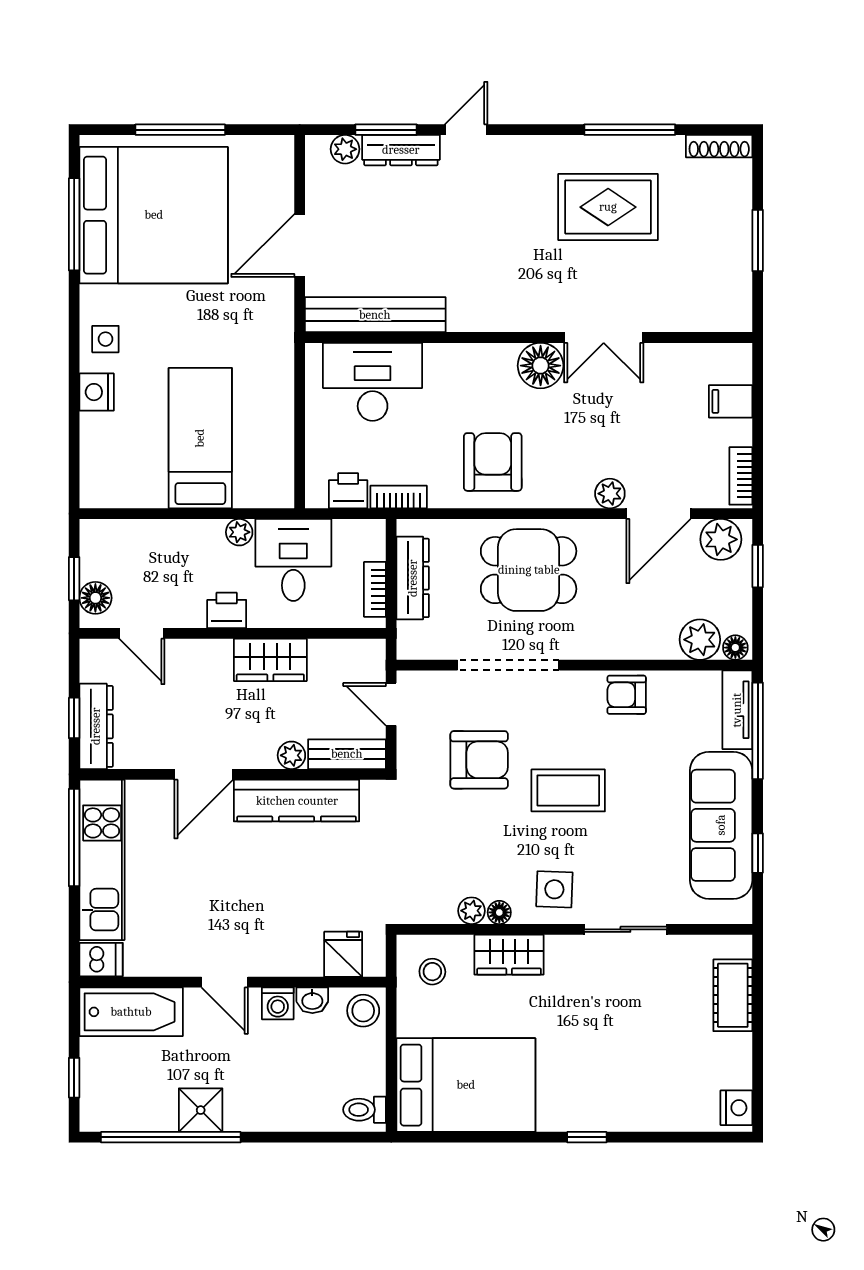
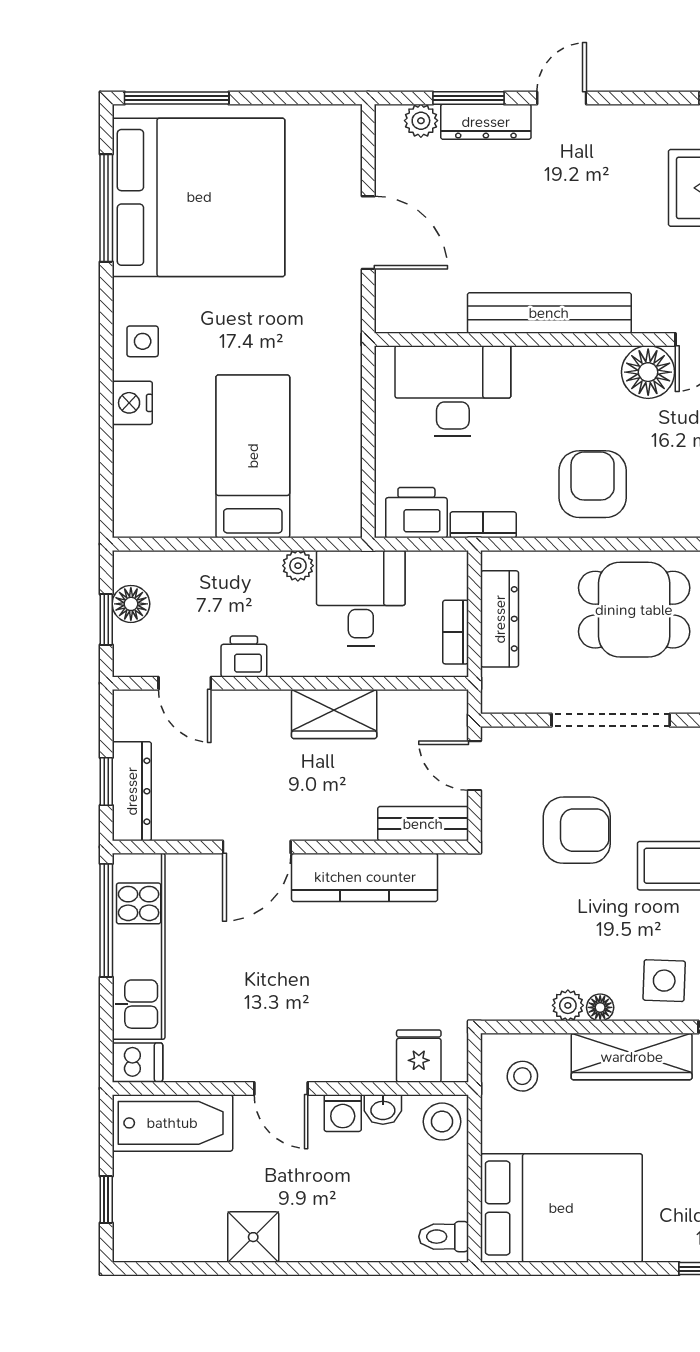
window: (180, 130) -> (177, 98), moved
door: (300, 245) -> (368, 233), swing flipped
bench: (375, 315) -> (549, 313), moved
printer: (348, 491) -> (416, 513), width x1.36, depth x1.24
floor lamp: (95, 598) -> (131, 604), moved
printer: (227, 610) -> (244, 657), moved
plant: (291, 755) -> (359, 825), removed
wardrobe: (509, 955) -> (632, 1057), width x1.50
window: (171, 1137) -> (219, 1269), removed

